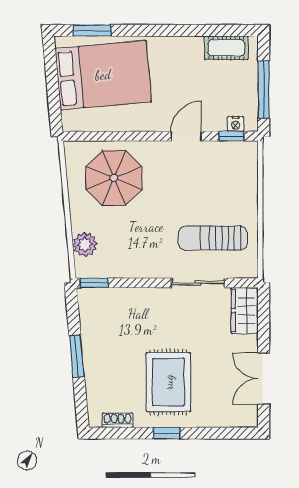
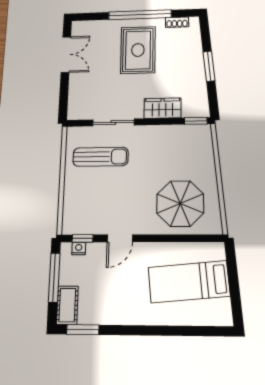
window: (92, 30) -> (83, 330), moved
cot: (226, 48) -> (67, 305), moved, turned 90
bed: (103, 75) -> (189, 282), width x0.67
plant: (85, 244) -> (204, 150), removed
wardrobe: (245, 311) -> (163, 108), moved, turned -90
window: (167, 433) -> (140, 15), width x3.17

